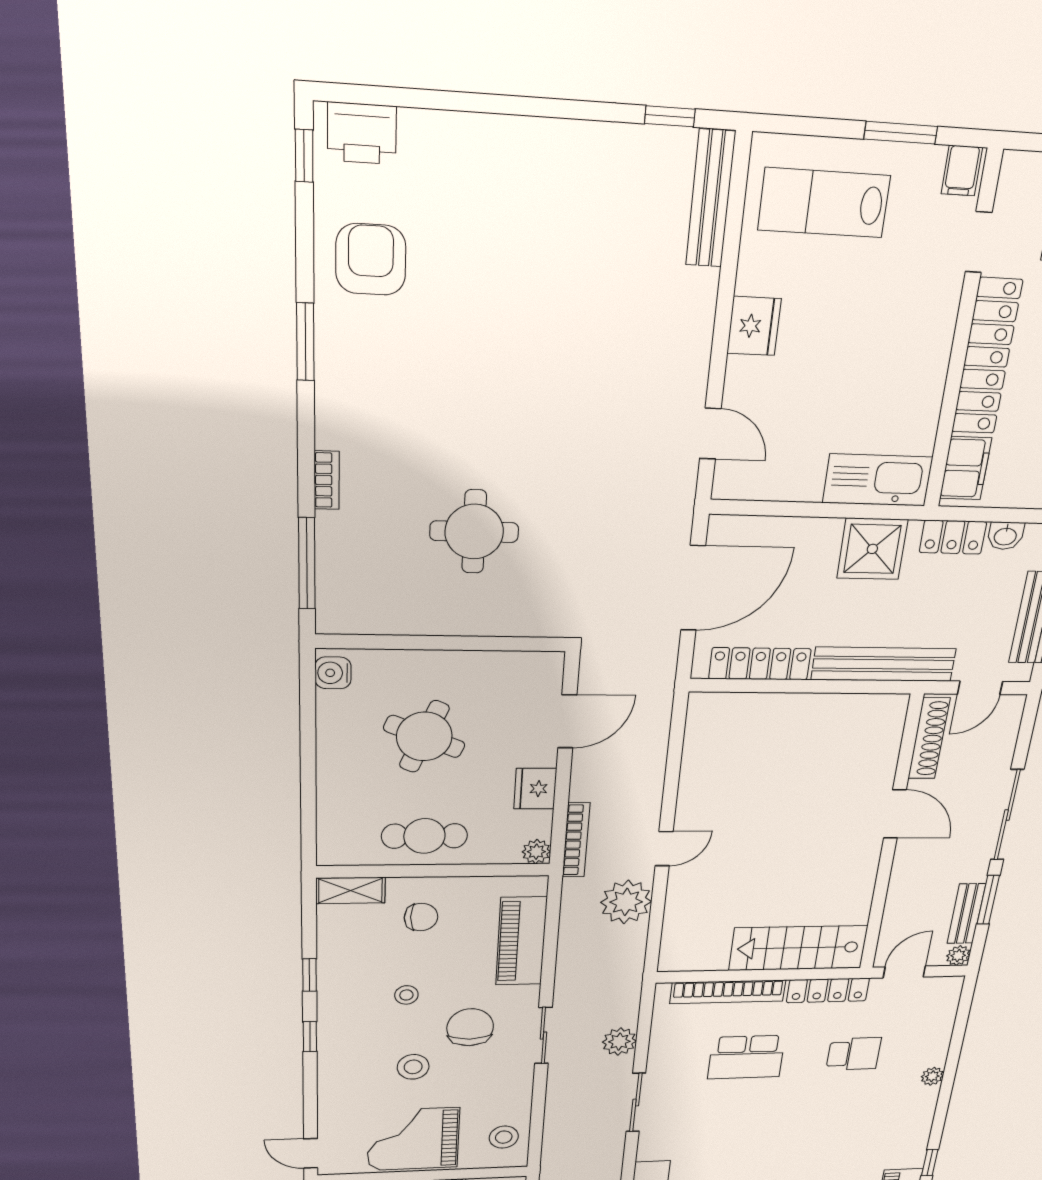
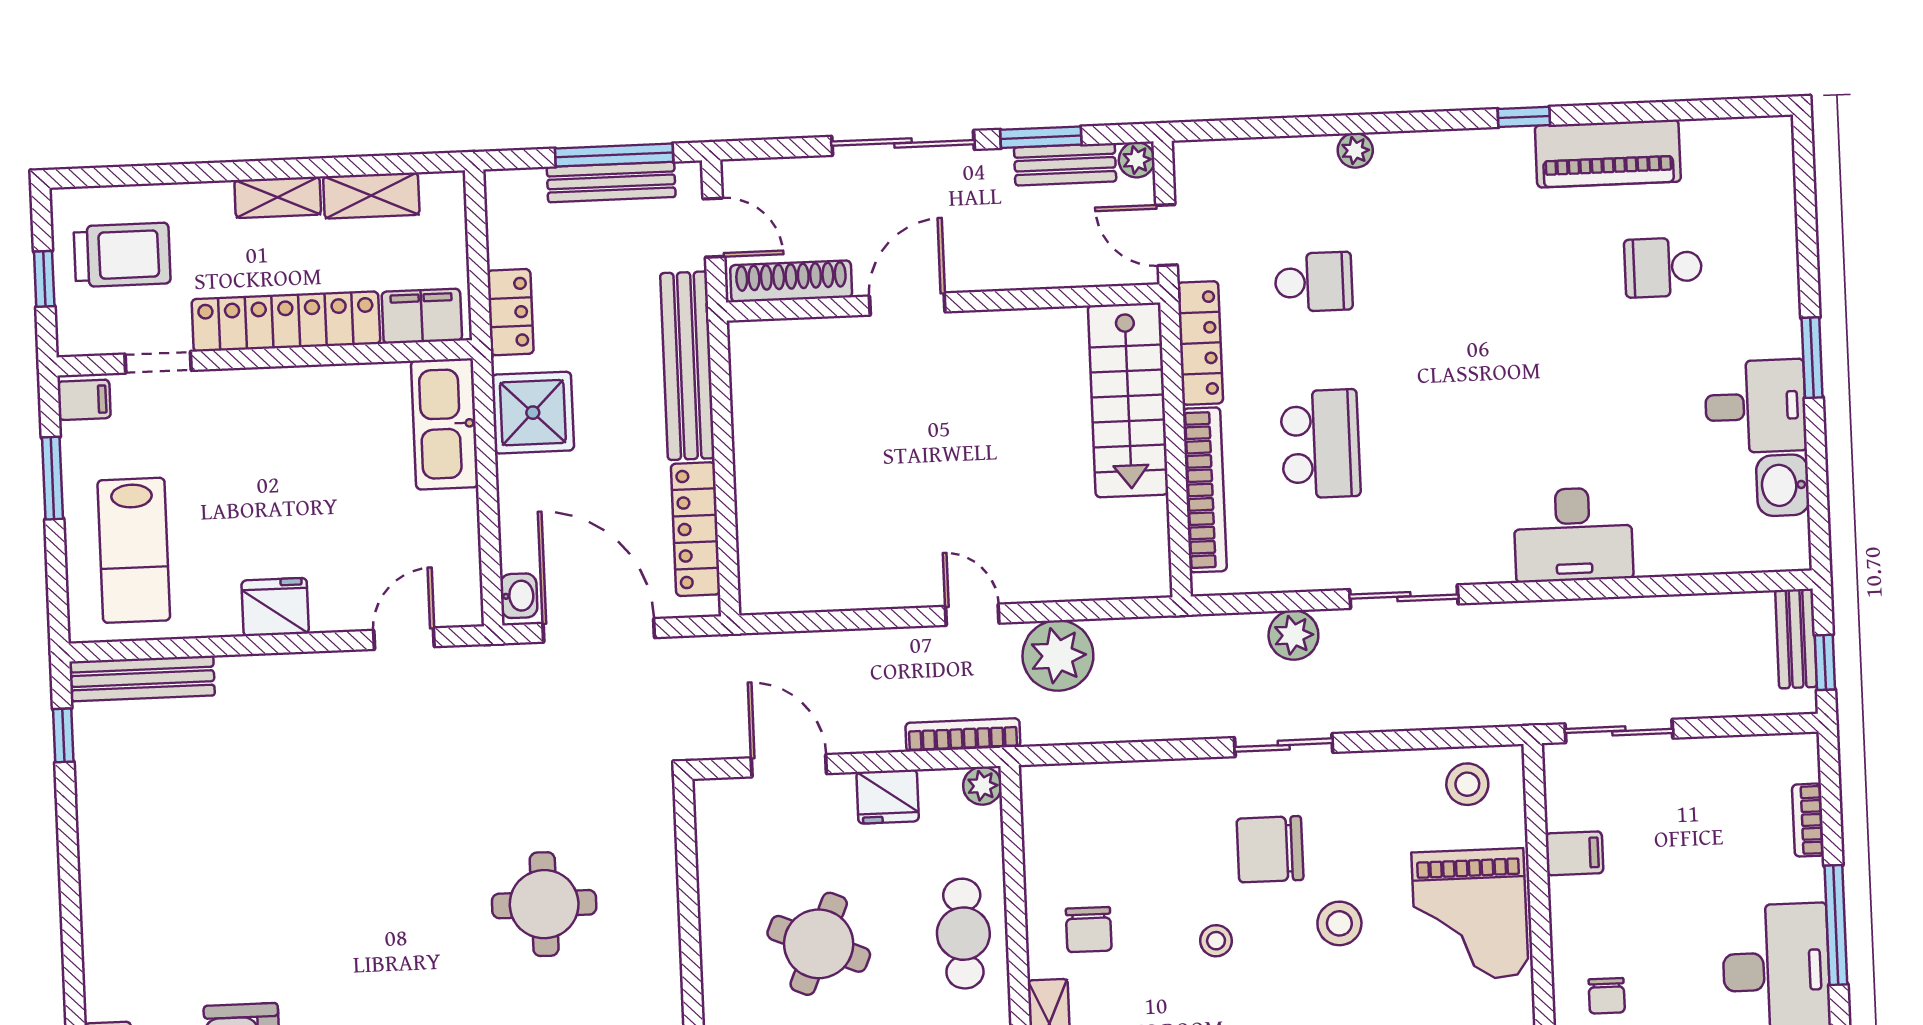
washbasin: (1005, 536) -> (519, 596), moved
chair: (421, 917) -> (1089, 930), turned 180
piano: (521, 941) -> (1125, 792), removed
school desk: (854, 1054) -> (1314, 282), turned 90

